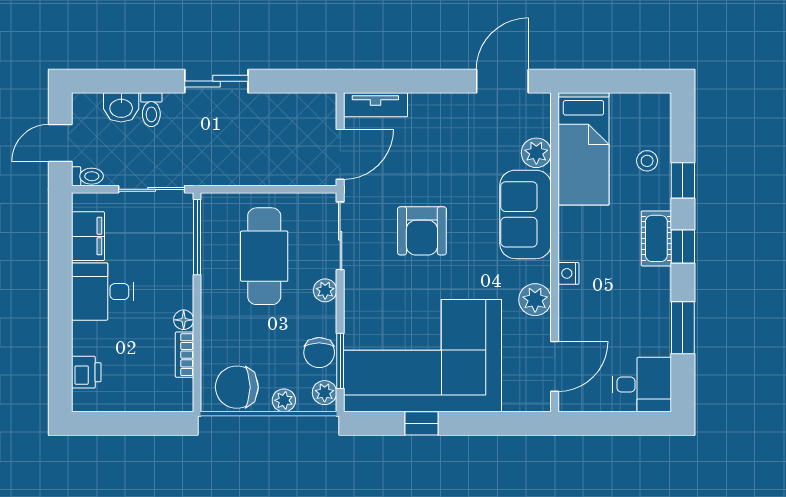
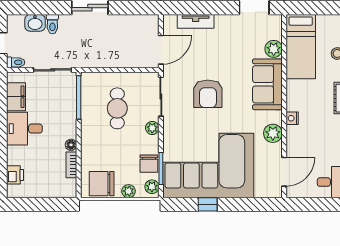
tv unit: (375, 105) -> (196, 21), moved
cafe table: (264, 256) -> (117, 108), width x0.73, depth x0.74

